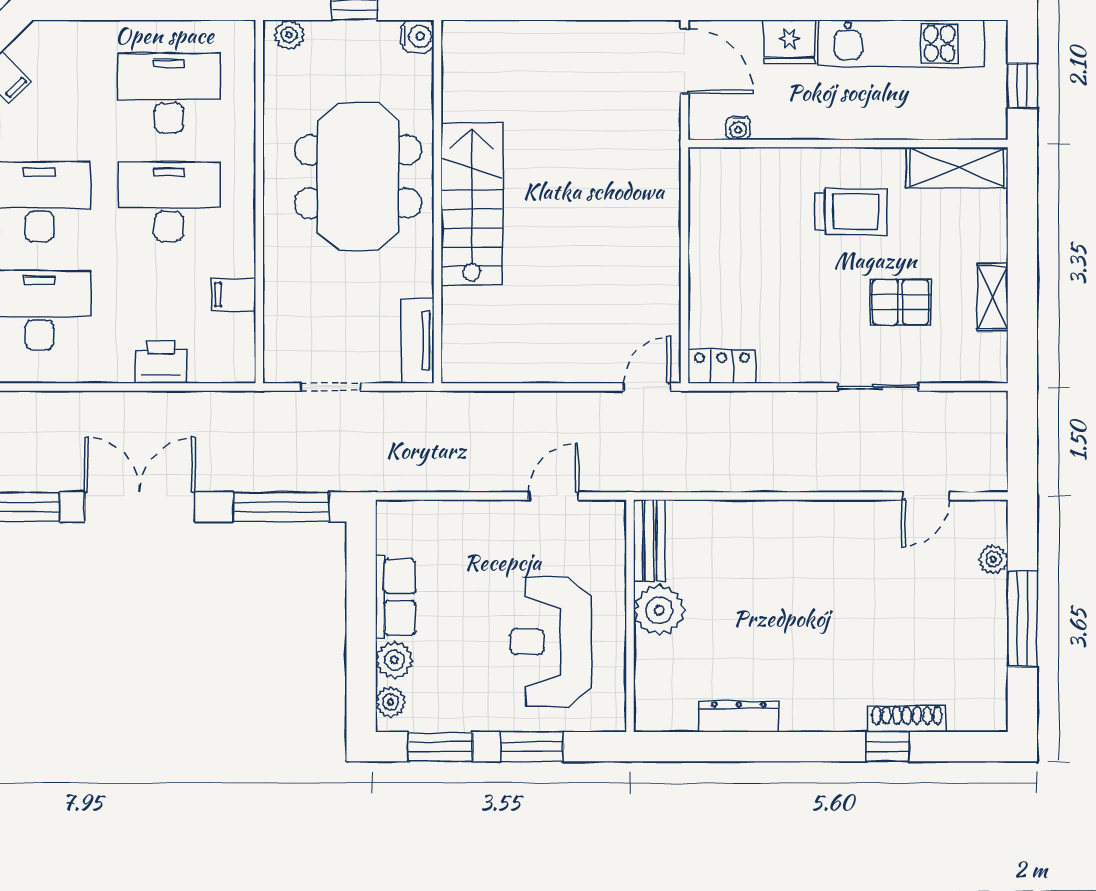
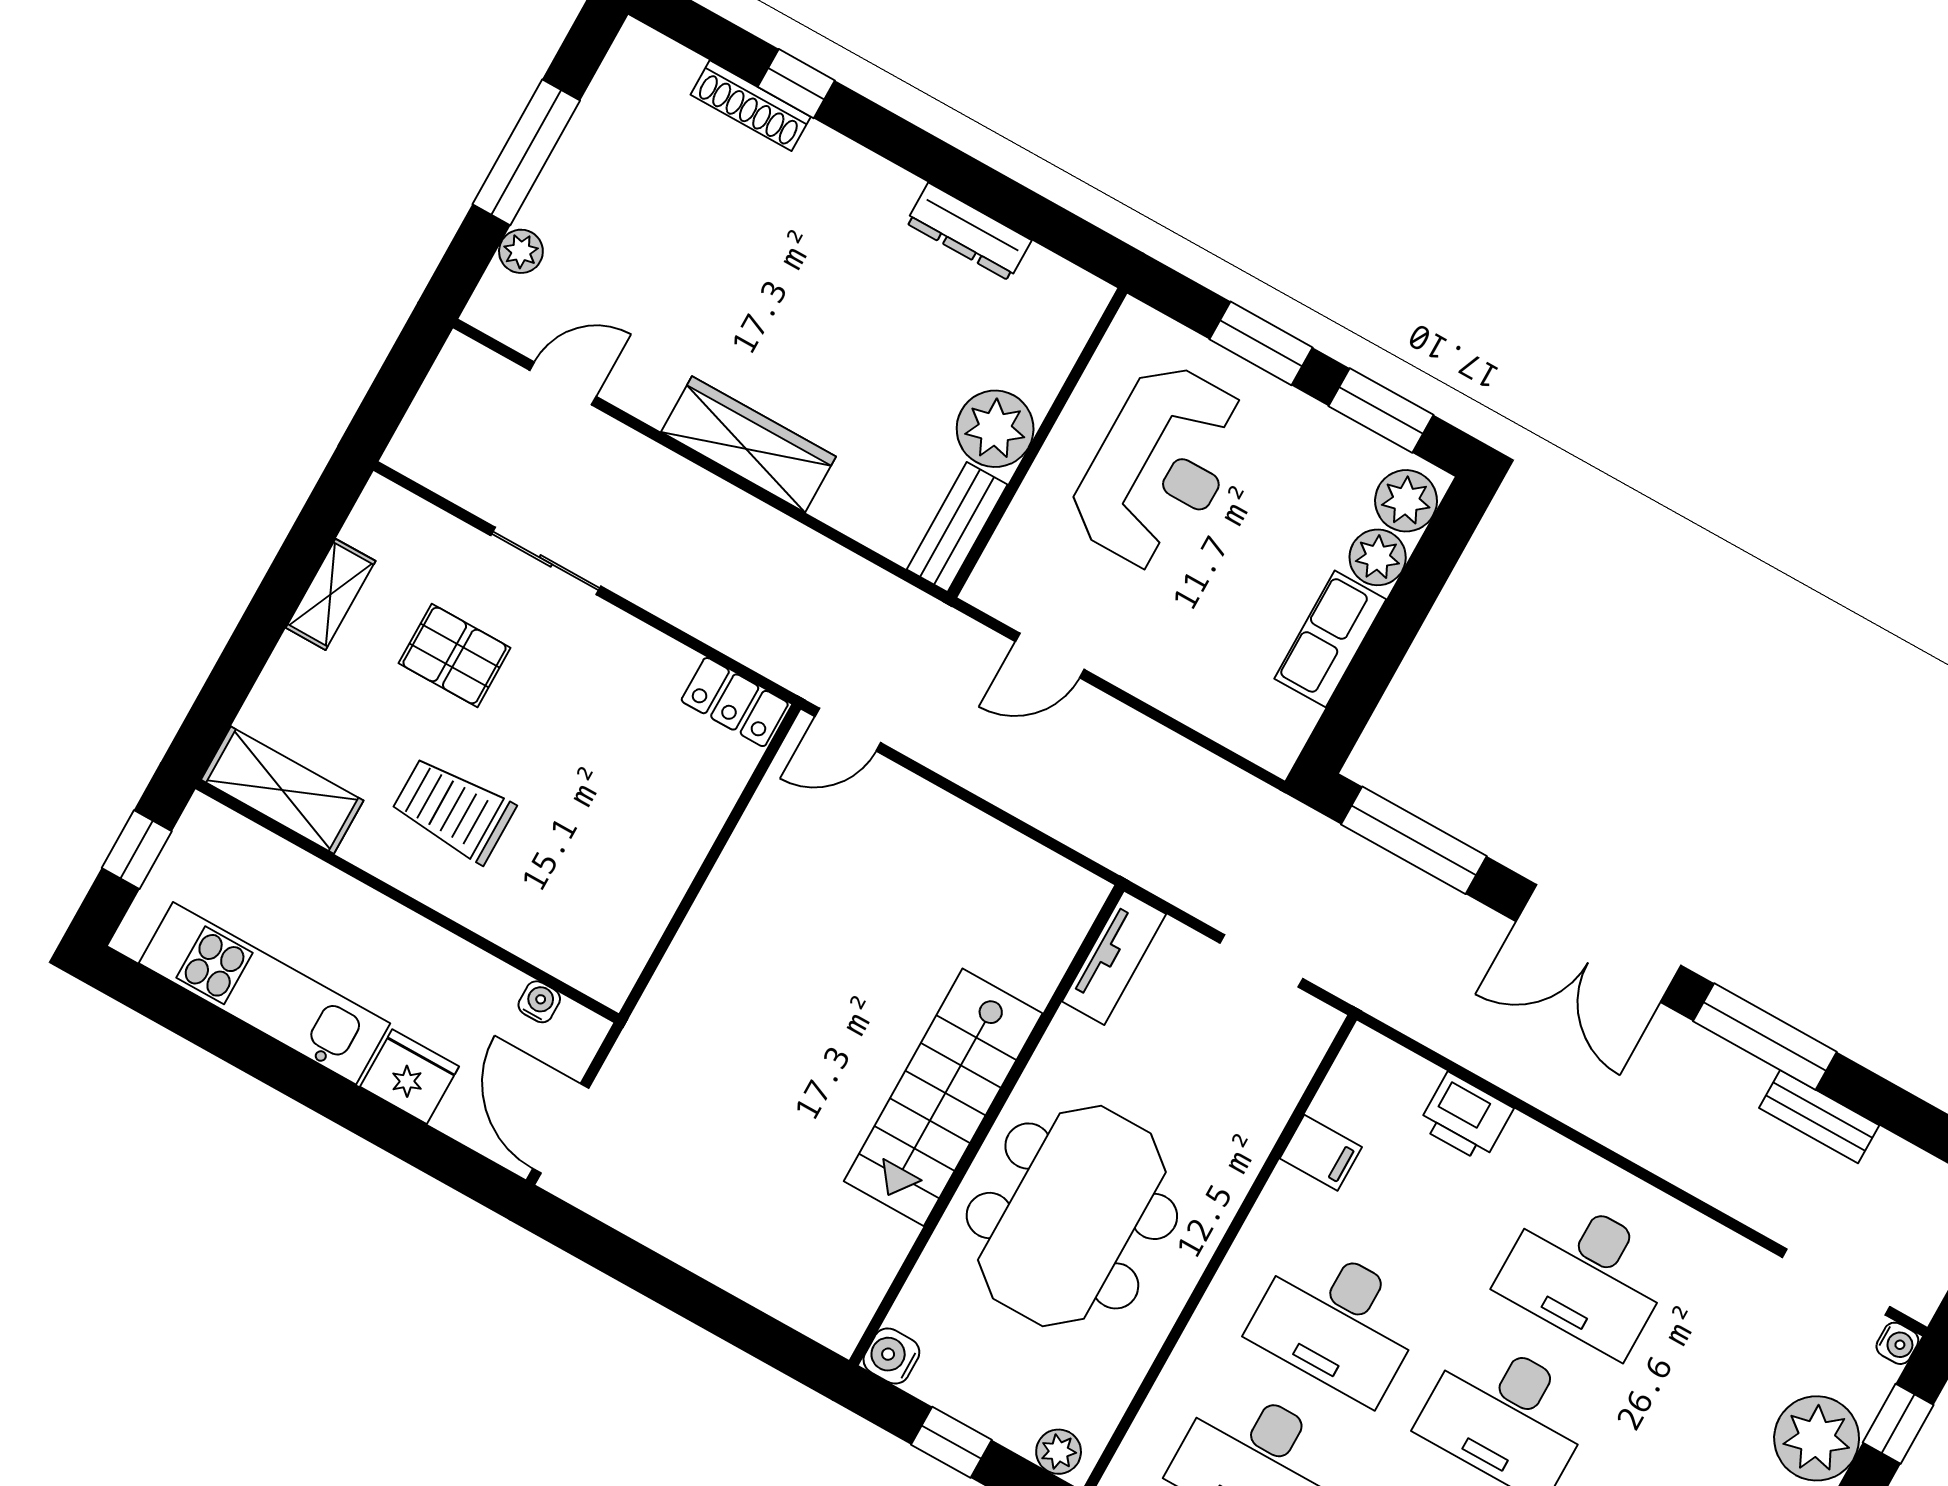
wardrobe: (798, 521) -> (748, 444), added
plant: (391, 702) -> (1406, 501), width x1.38, depth x1.38

